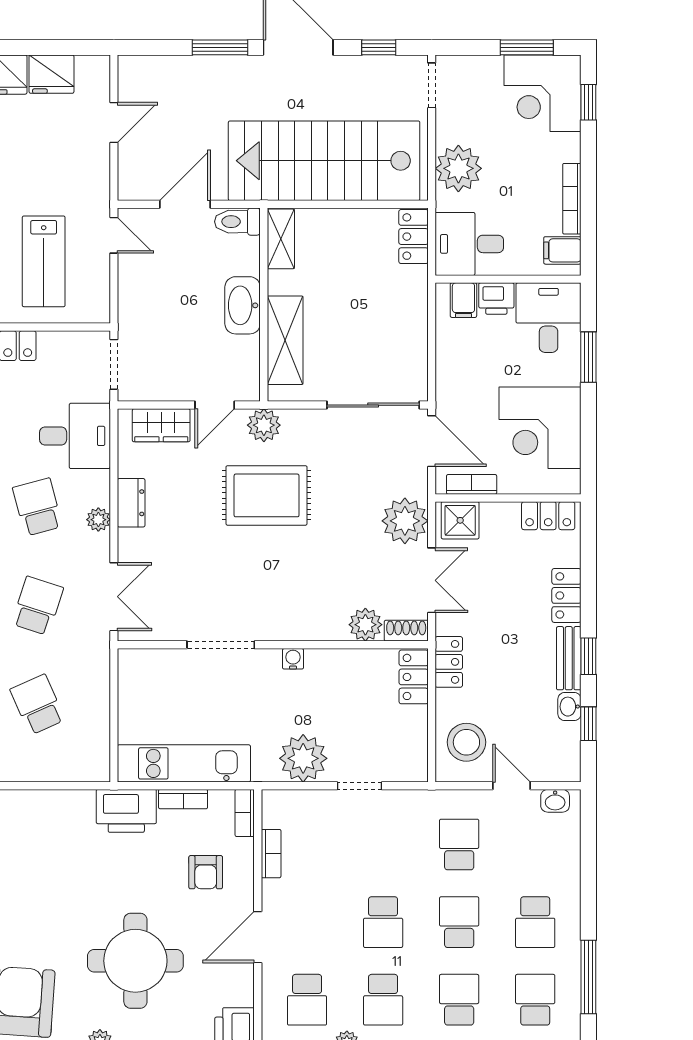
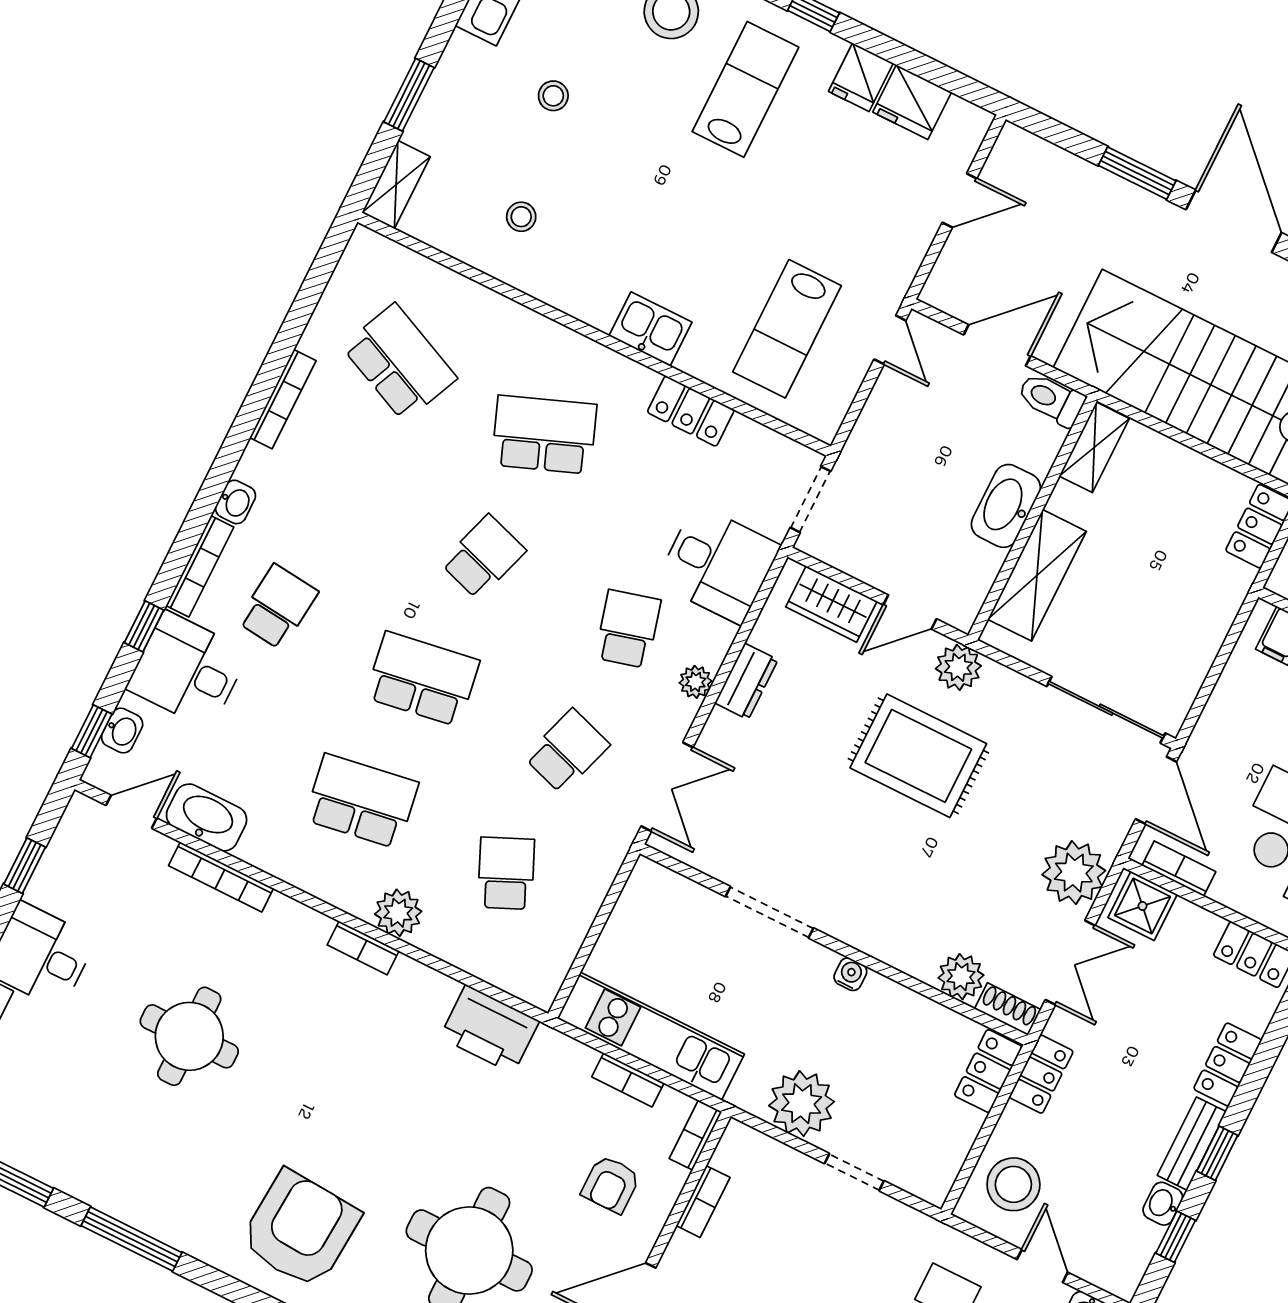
printer: (126, 811) -> (490, 1029), moved

